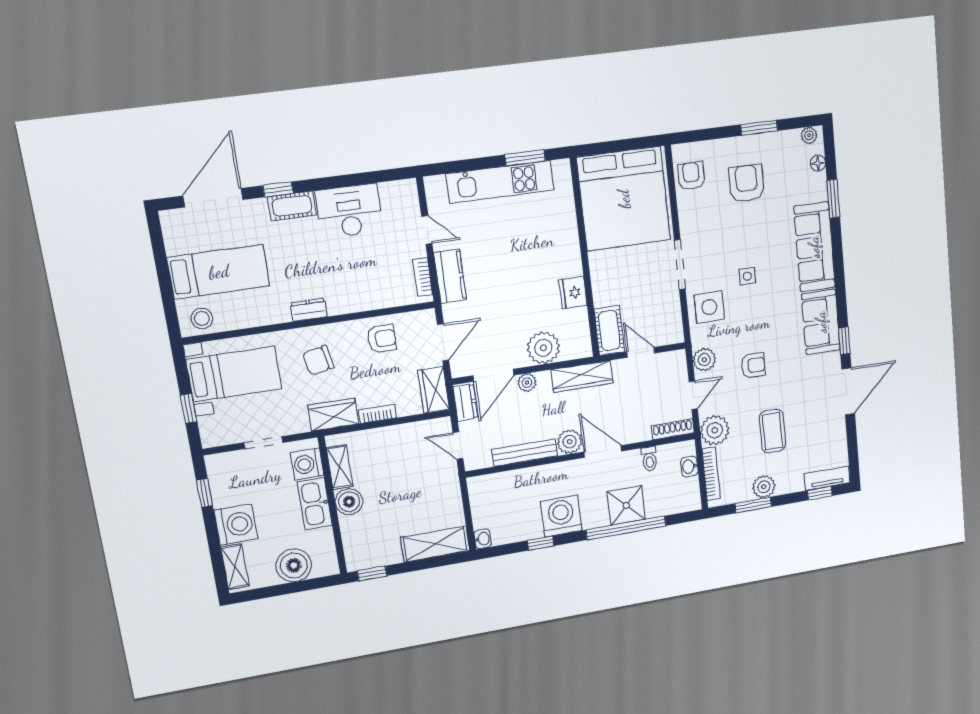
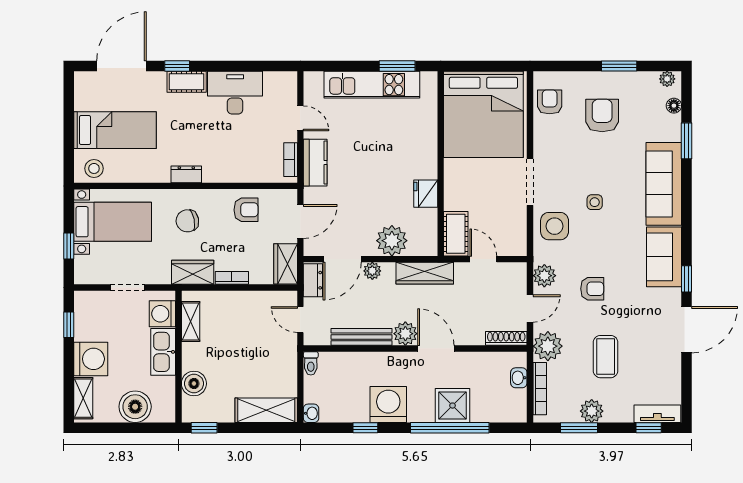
toilet: (649, 459) -> (311, 363), moved
boiler: (349, 502) -> (194, 384), moved

